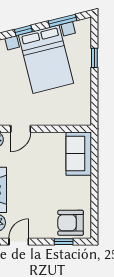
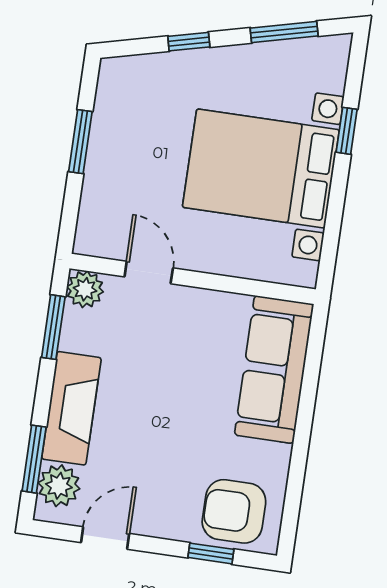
bed with nightstands: (46, 59) -> (261, 169), moved, turned 104
door: (21, 129) -> (149, 272), swing flipped
sofa: (79, 154) -> (274, 369), width x1.36

